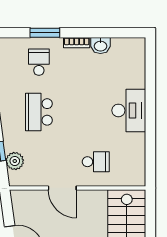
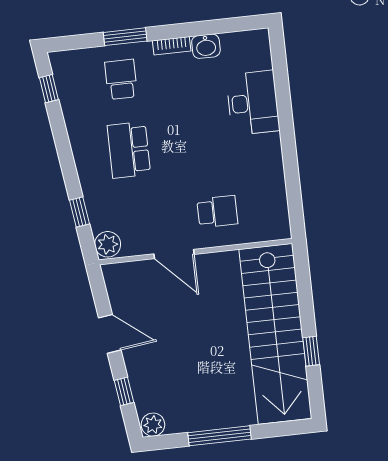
desk: (129, 110) -> (253, 103), moved
plant: (15, 161) -> (108, 244), moved

